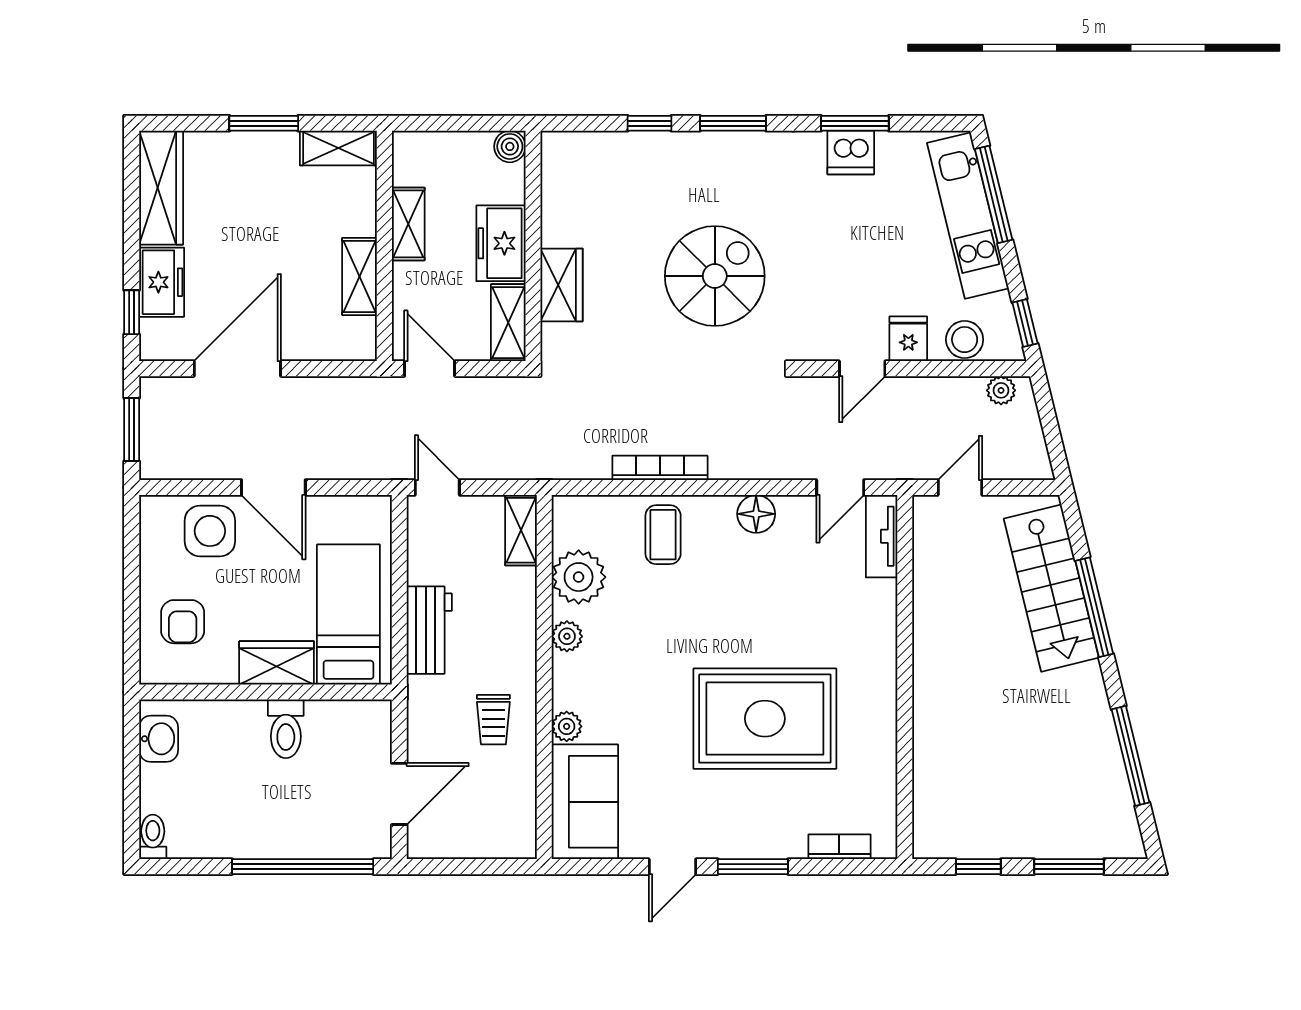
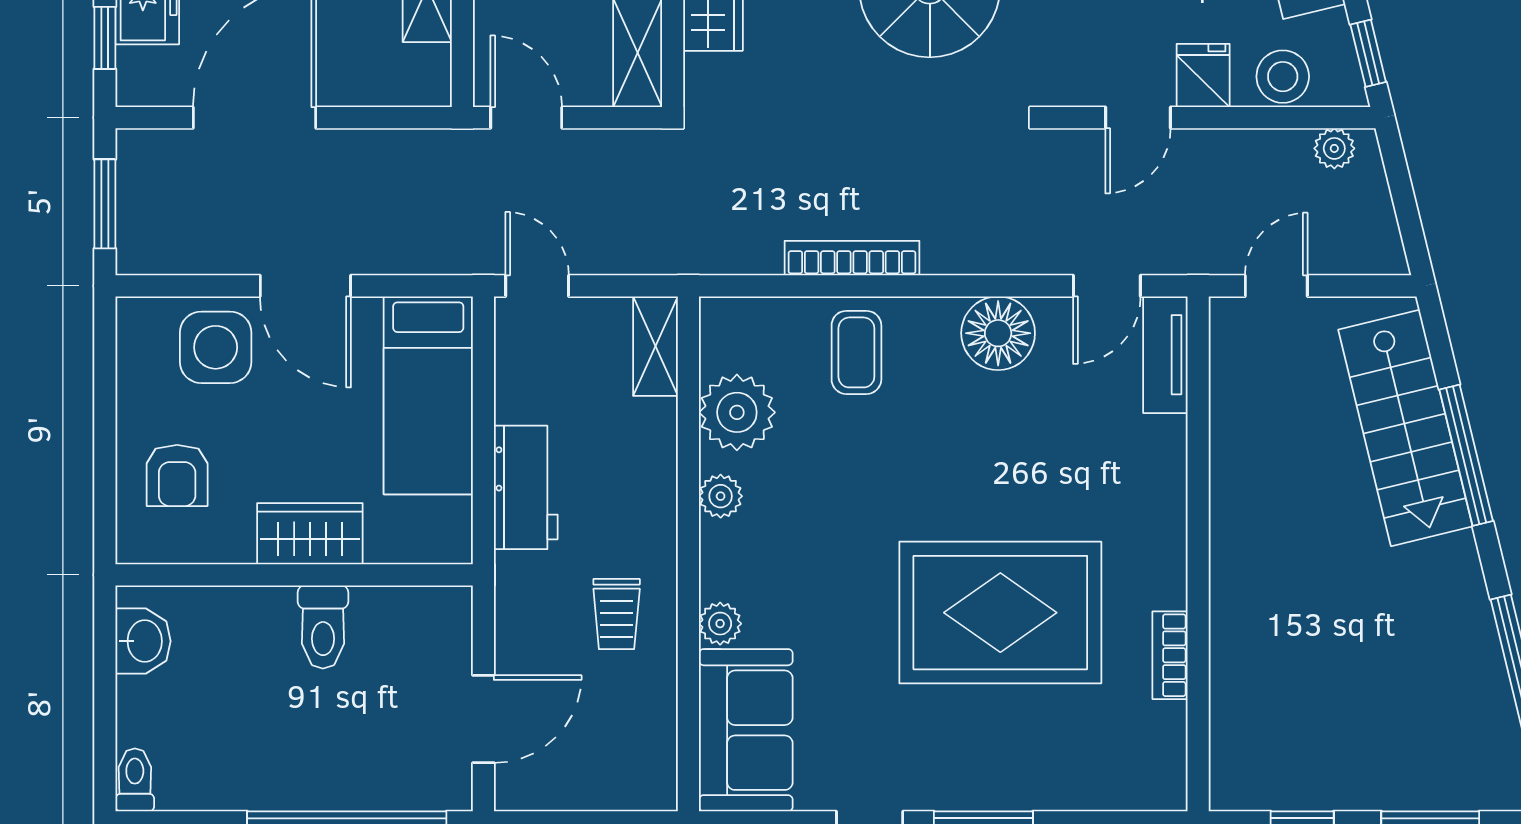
floor lamp: (756, 514) -> (998, 333), width x1.38, depth x1.38
bed: (348, 614) -> (428, 395), moved, turned 180
bookcase: (839, 847) -> (1170, 655), moved, turned -90

